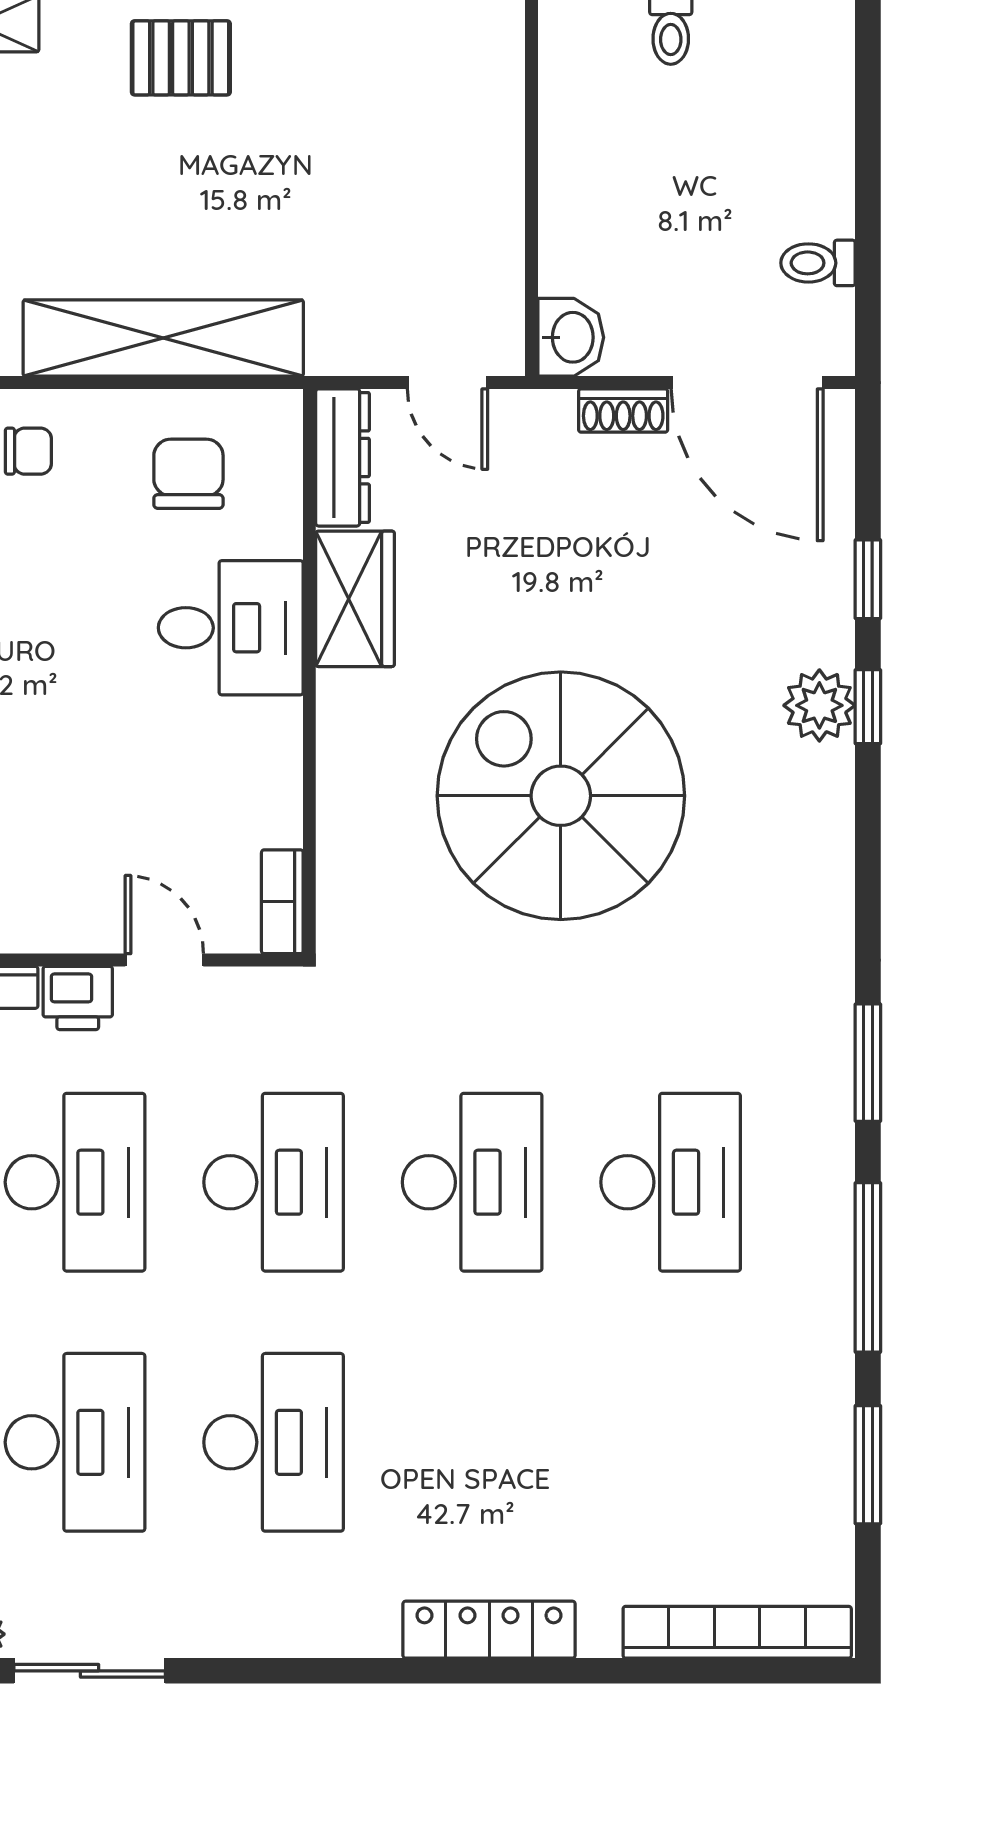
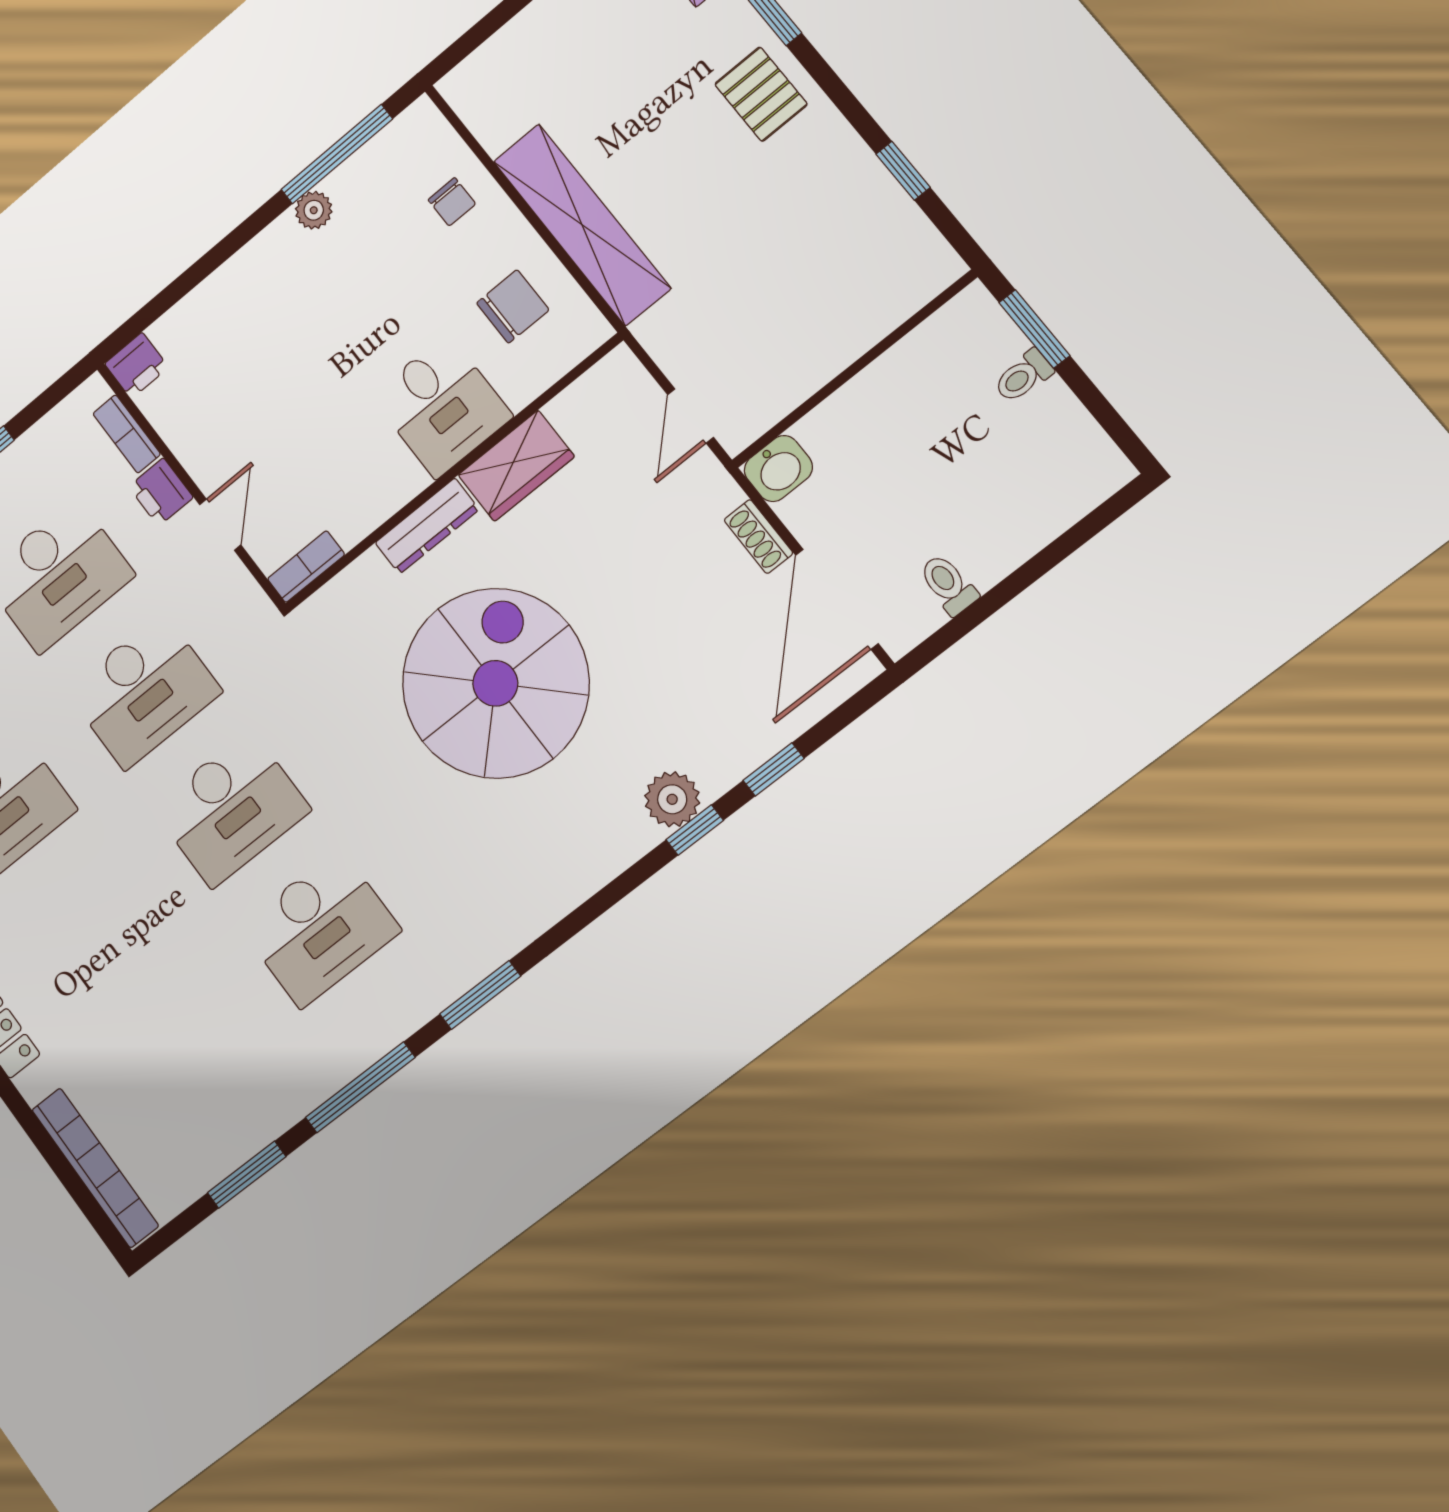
dresser: (343, 457) -> (427, 526), moved

